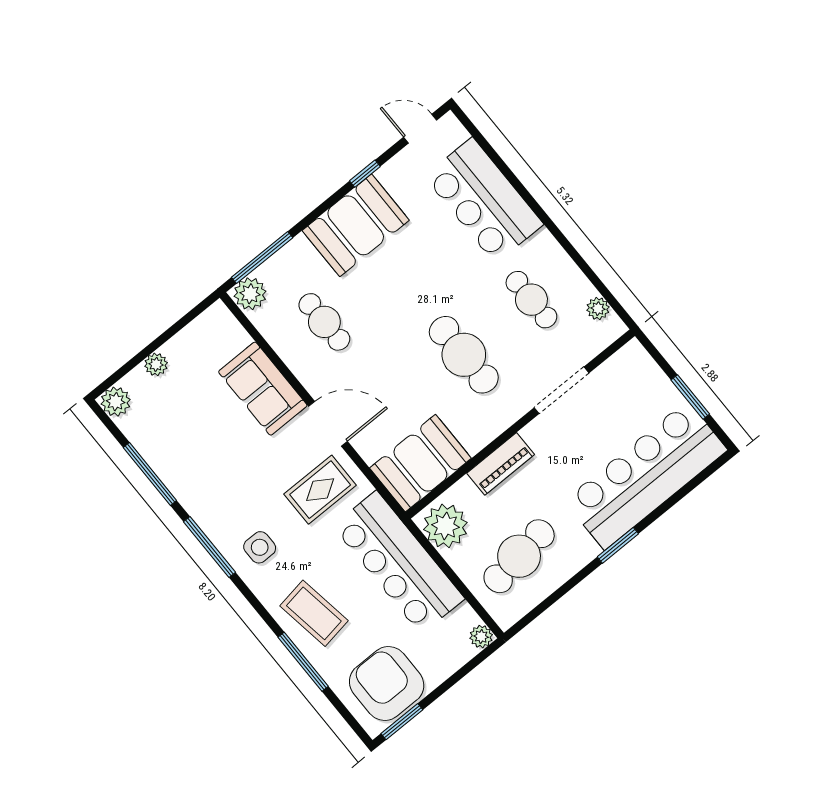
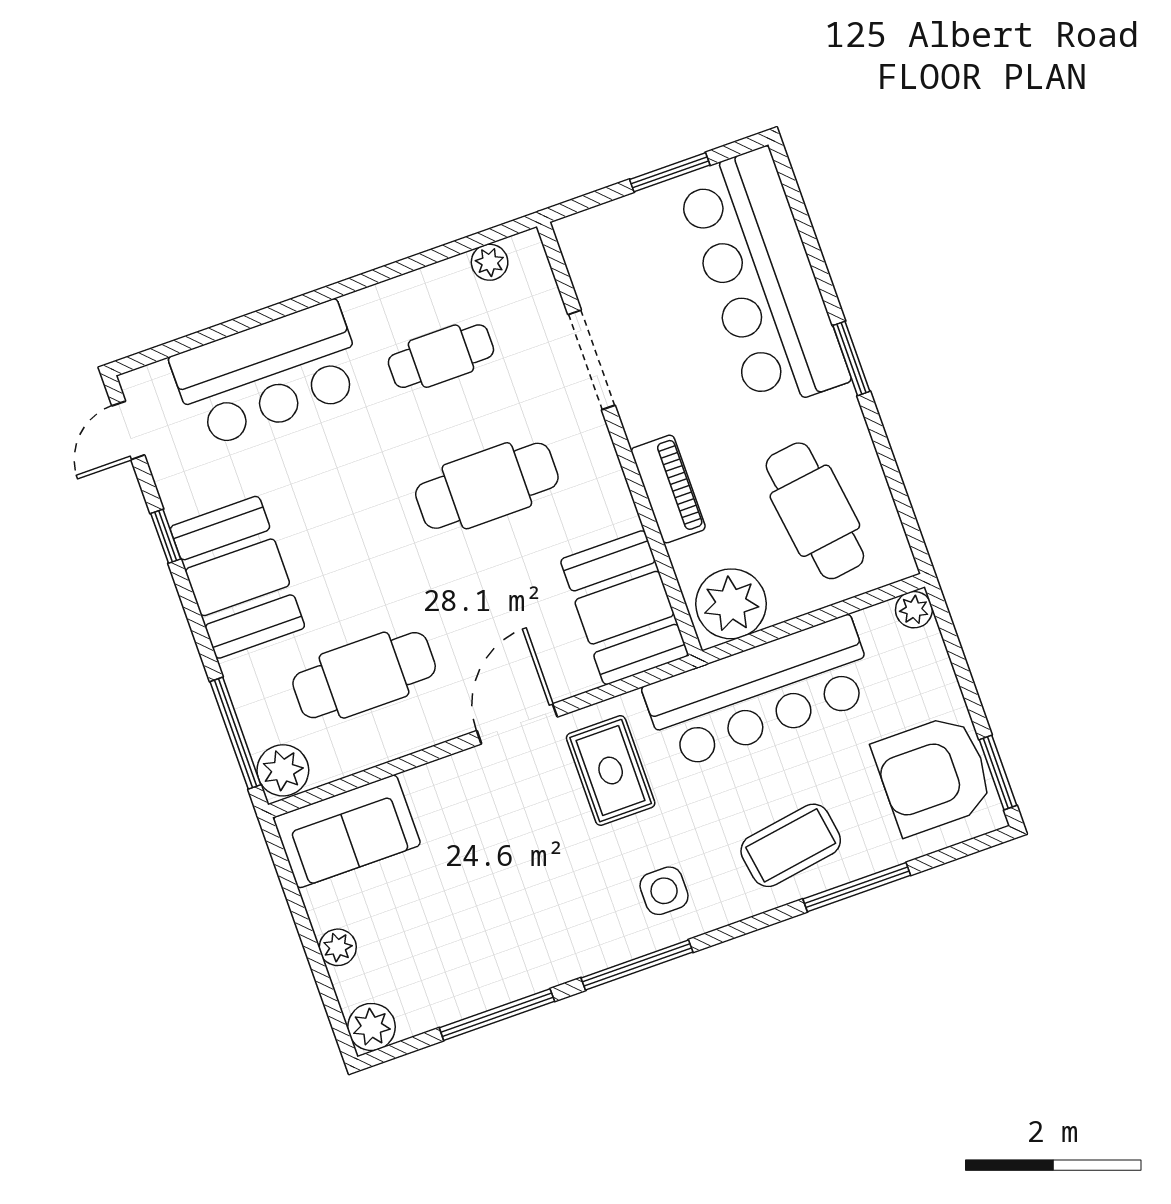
cafe table: (324, 322) -> (364, 675), width x1.37, depth x1.35
sofa: (263, 389) -> (347, 831), moved

